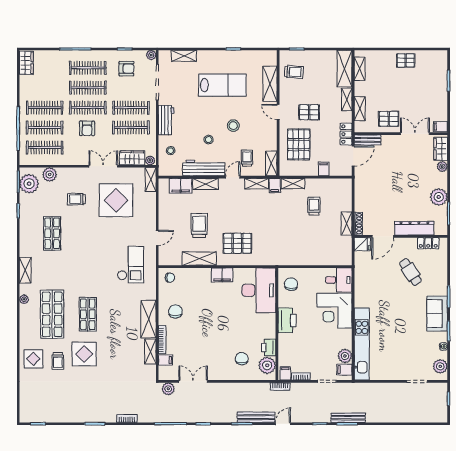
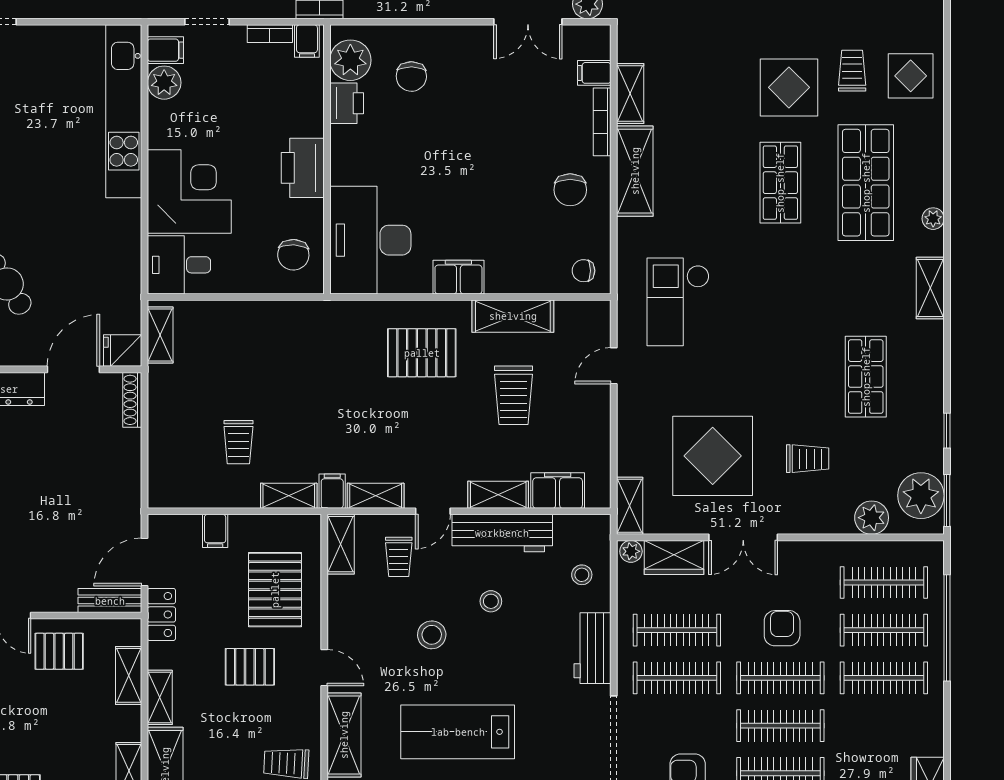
shelving: (347, 224) -> (160, 335), moved

